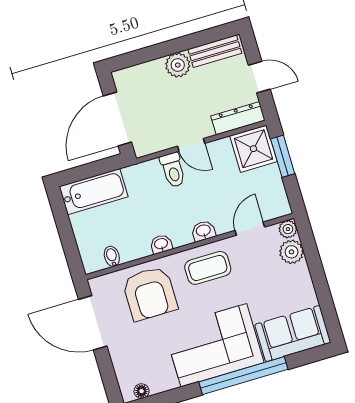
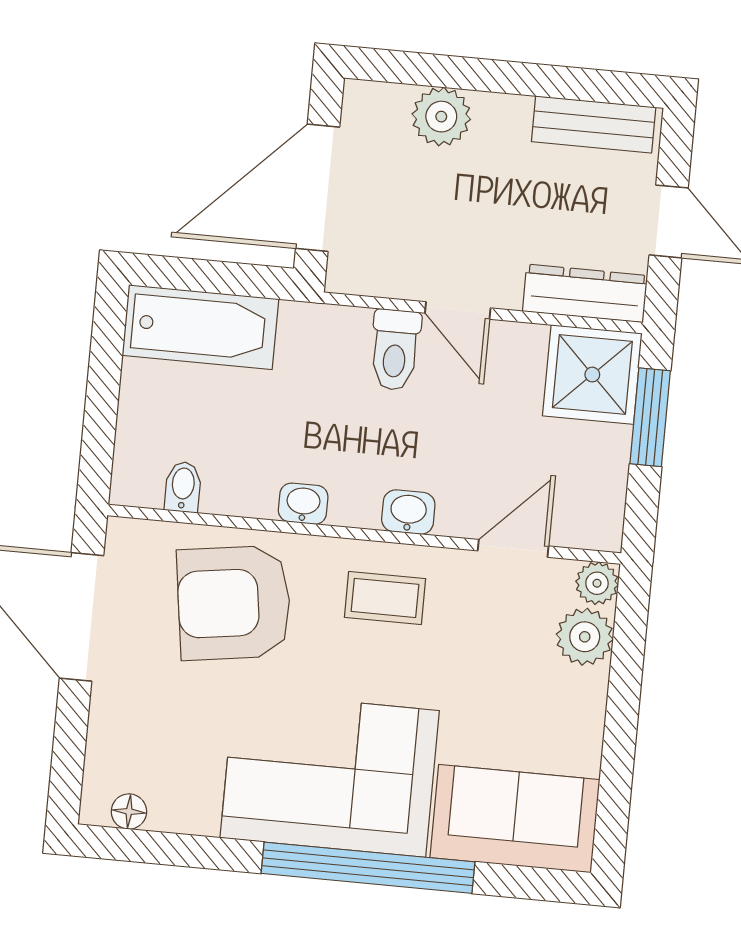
plant: (178, 65) -> (441, 117), moved
coffee table: (208, 268) -> (385, 598), width x0.73, depth x0.77
armchair: (150, 293) -> (234, 603), turned 82

